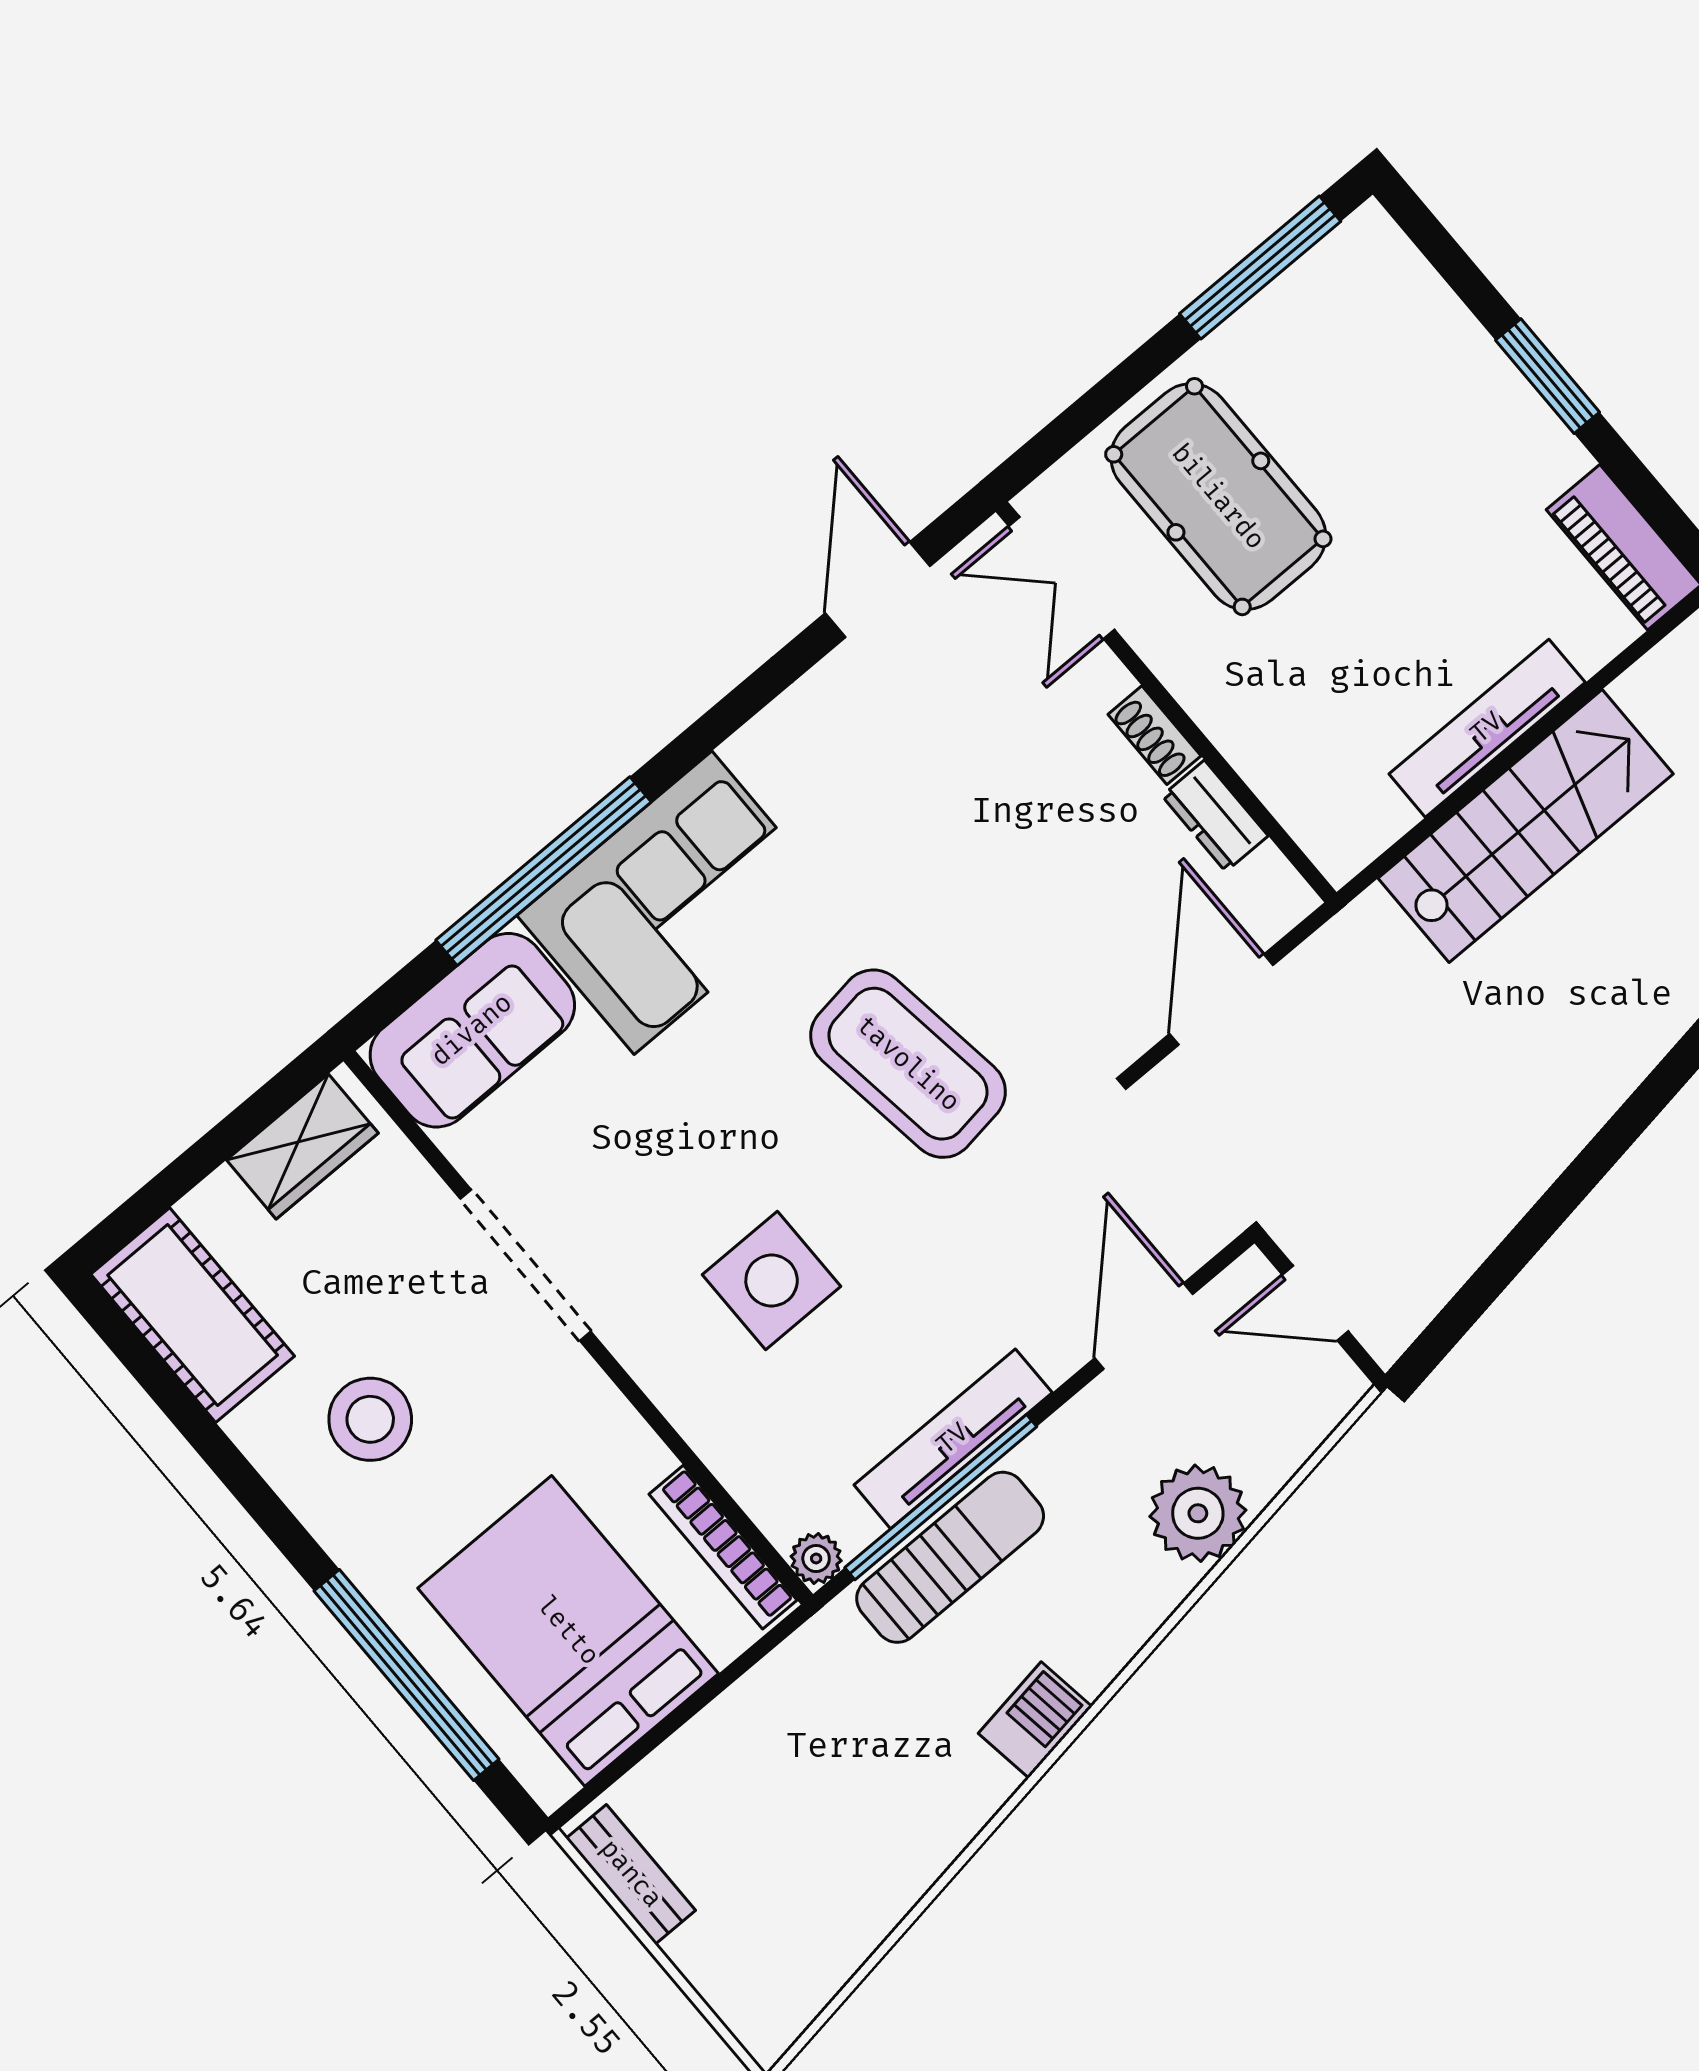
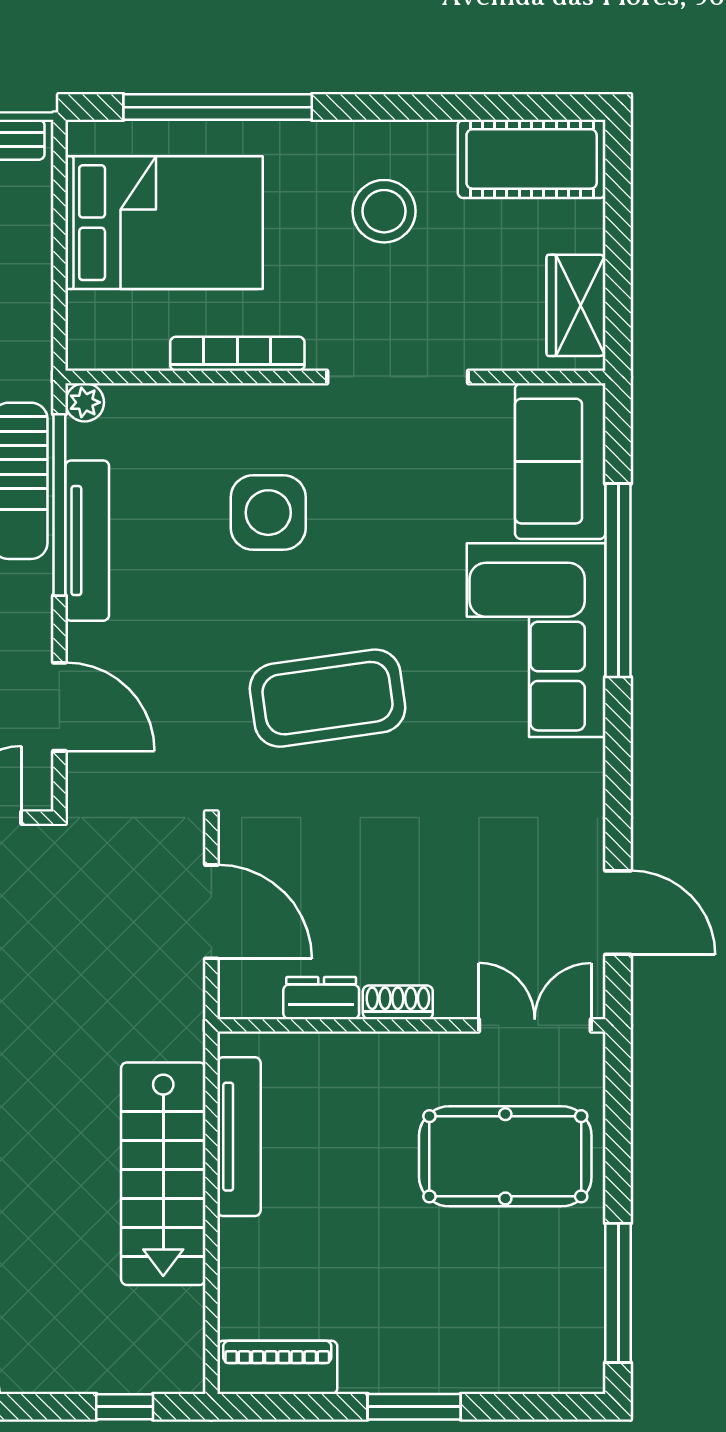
tv unit: (1487, 728) -> (239, 1137), moved
bookcase: (723, 1547) -> (237, 354), moved

